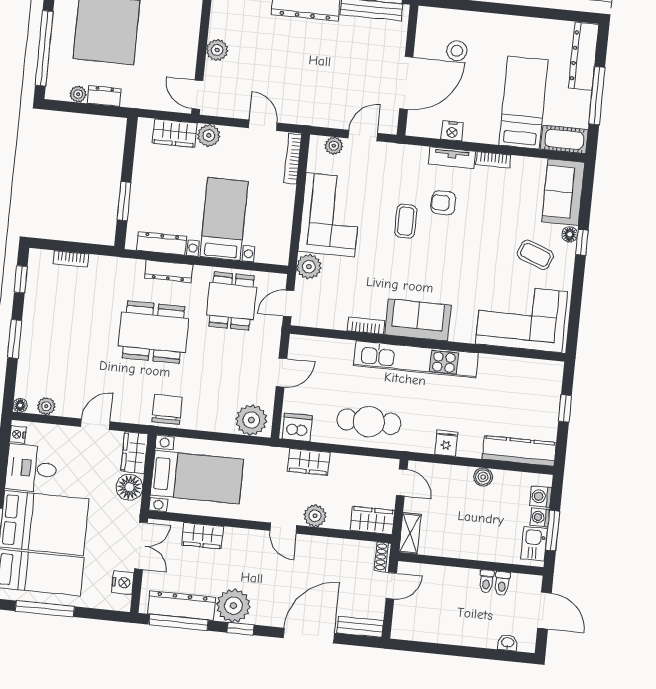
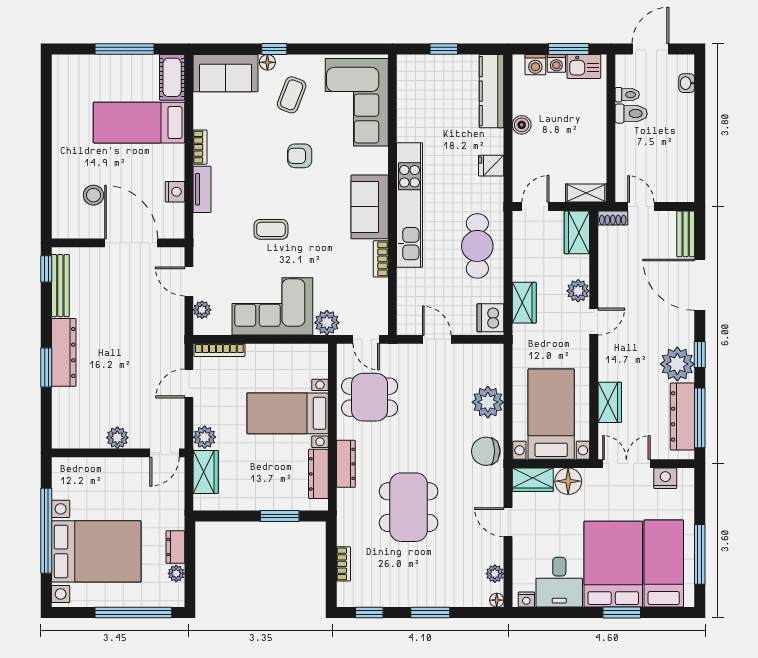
dresser: (584, 56) -> (86, 66), removed
armchair: (443, 203) -> (300, 156), moved, turned 90
dining table: (153, 332) -> (409, 507), moved
plant: (251, 420) -> (488, 402), moved
toilet: (486, 581) -> (631, 114), width x1.37, depth x1.39

